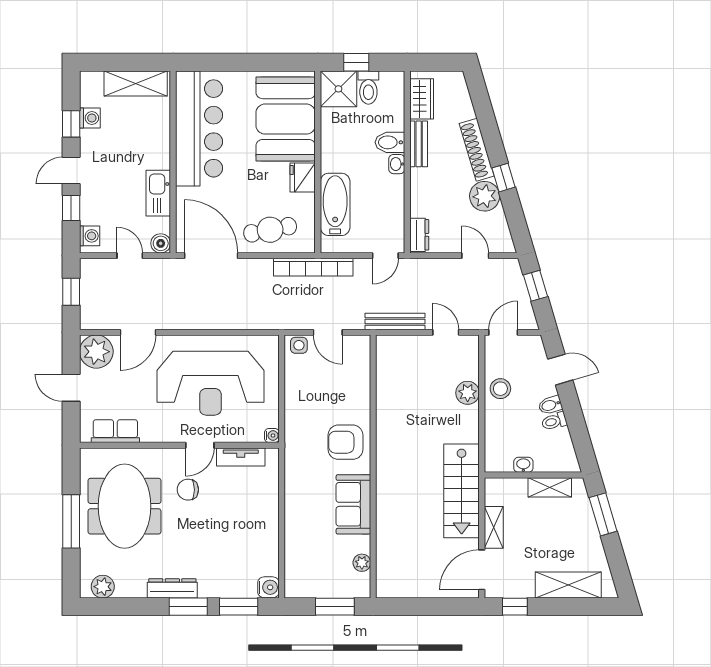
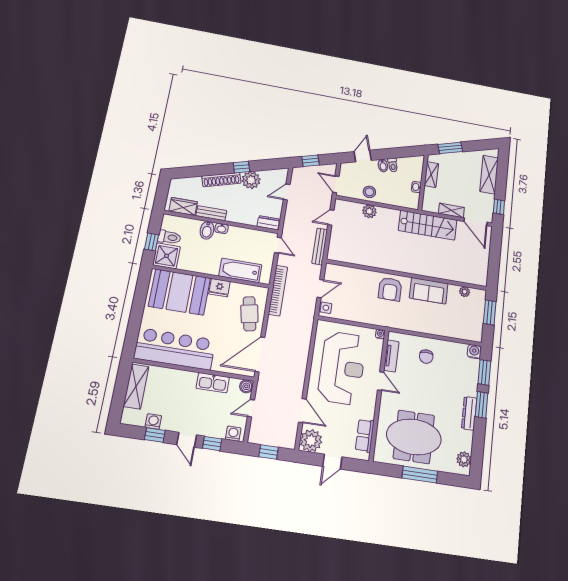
chair: (188, 490) -> (426, 357), moved

